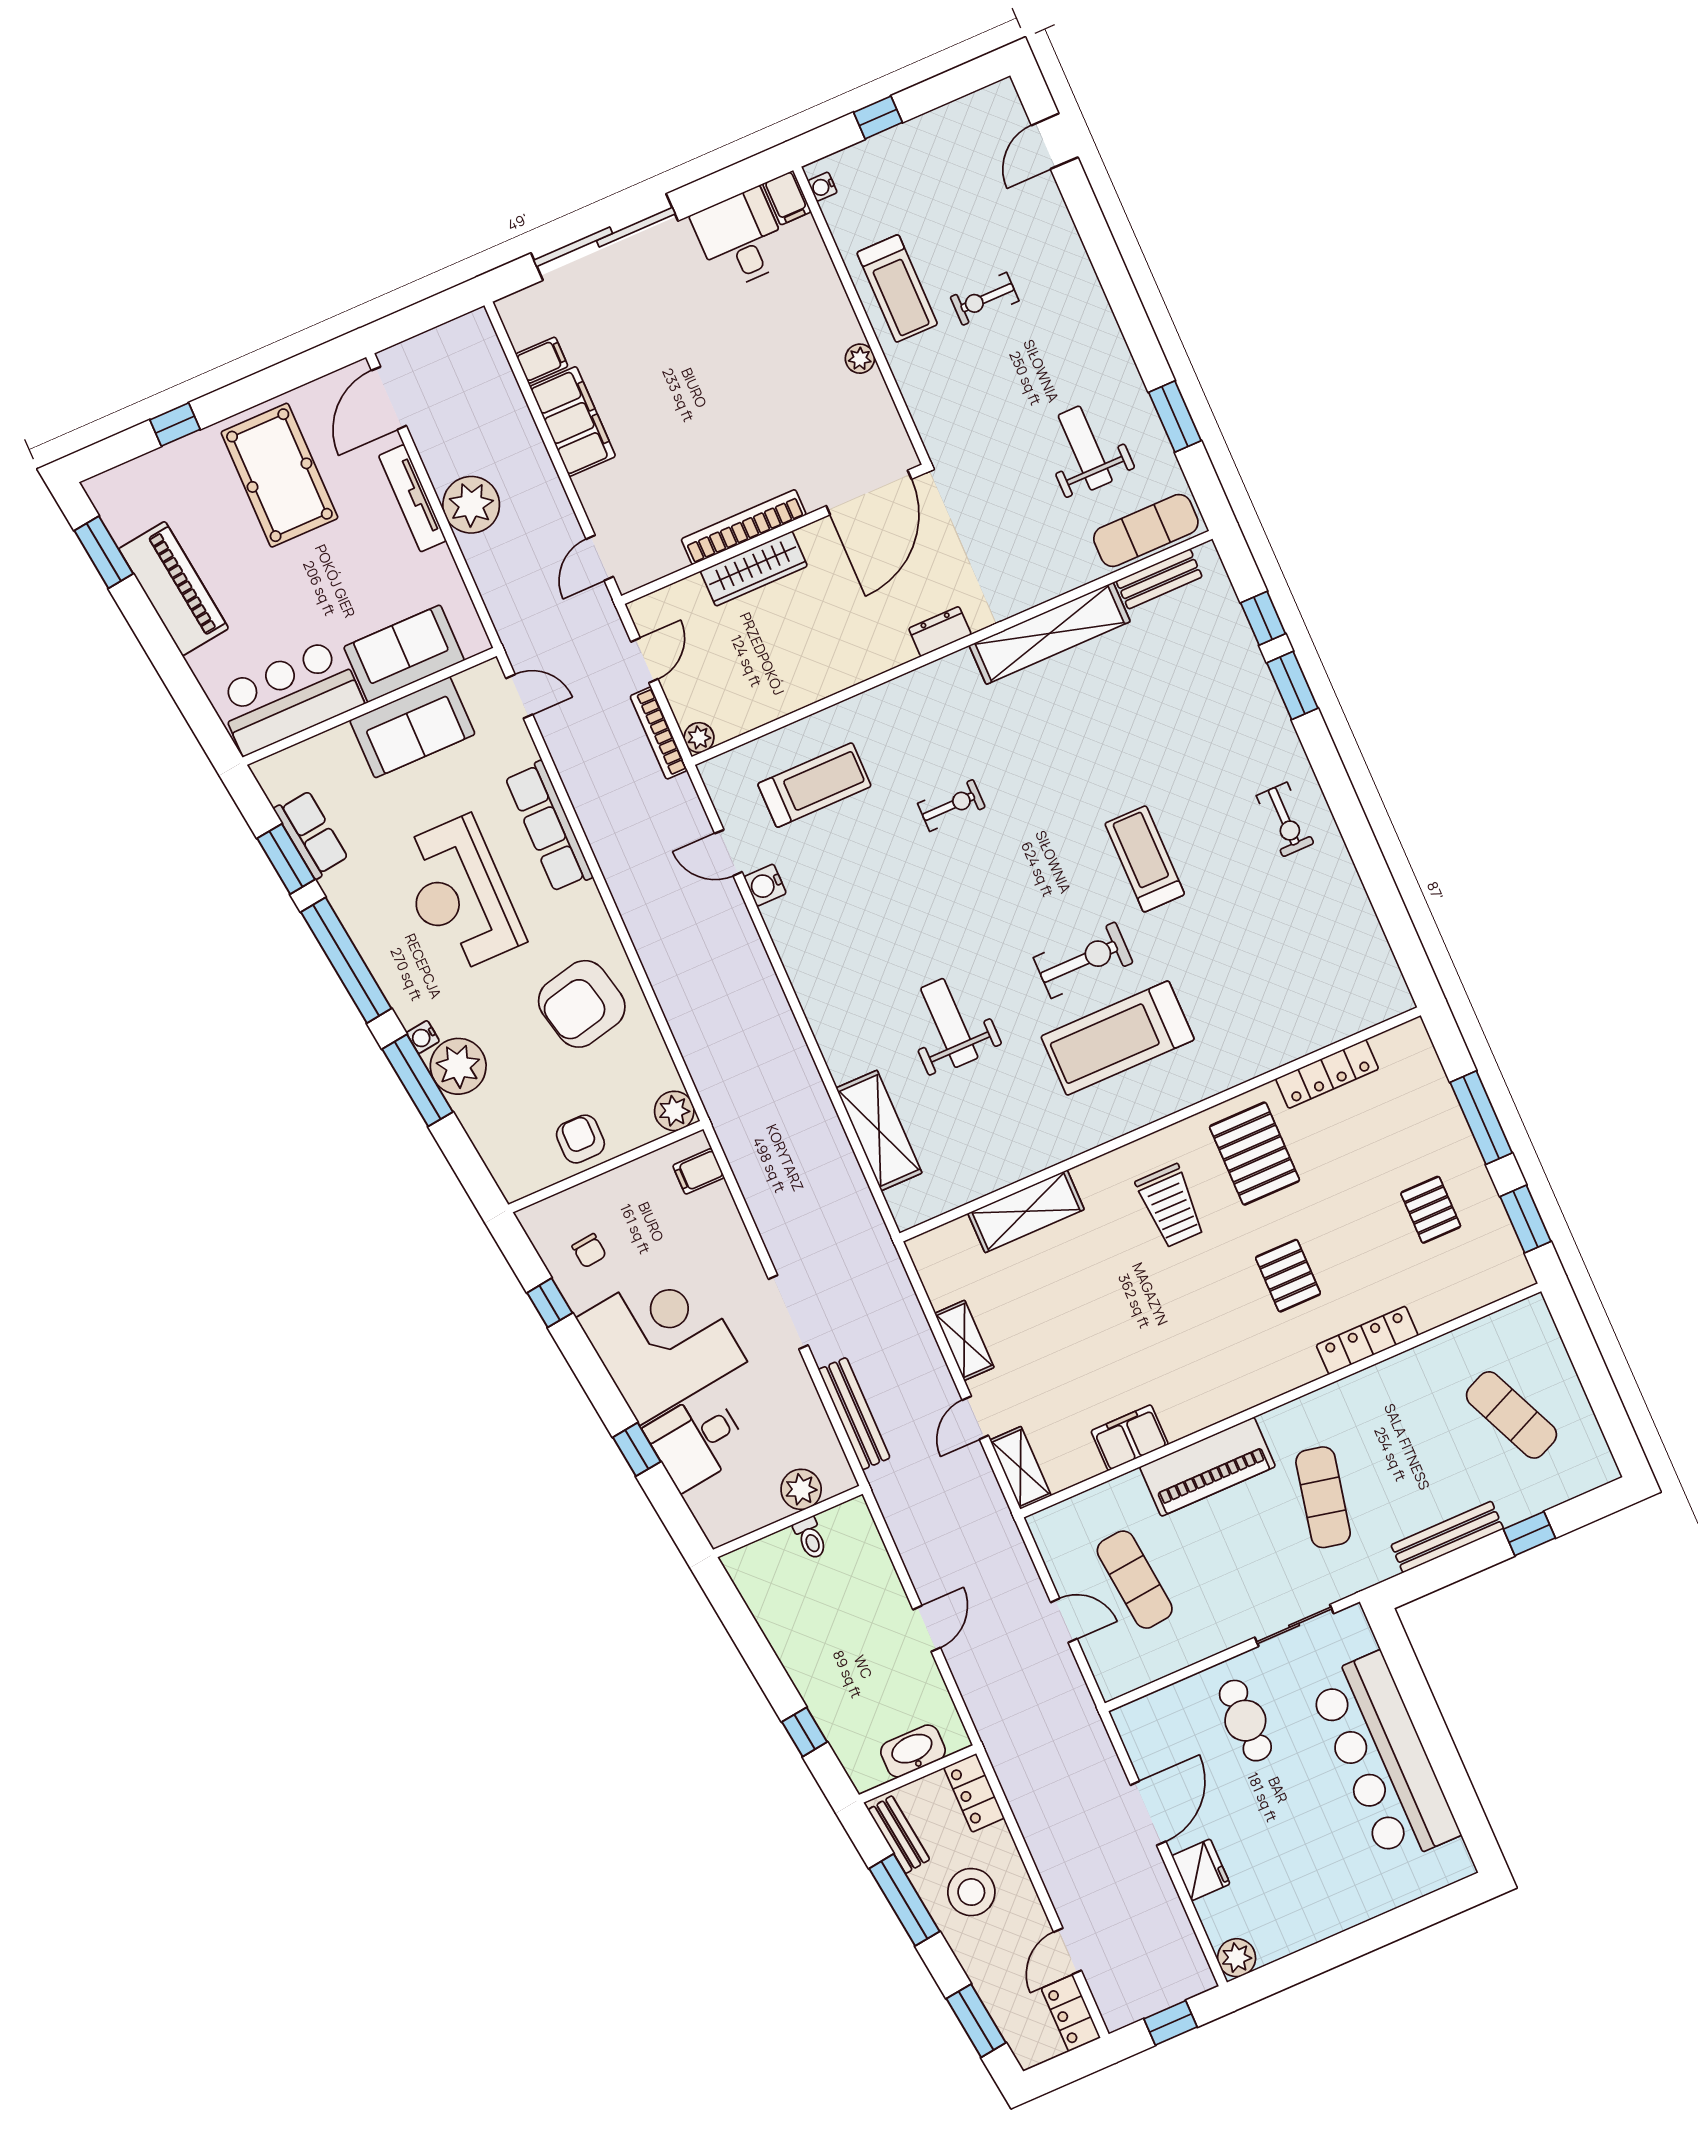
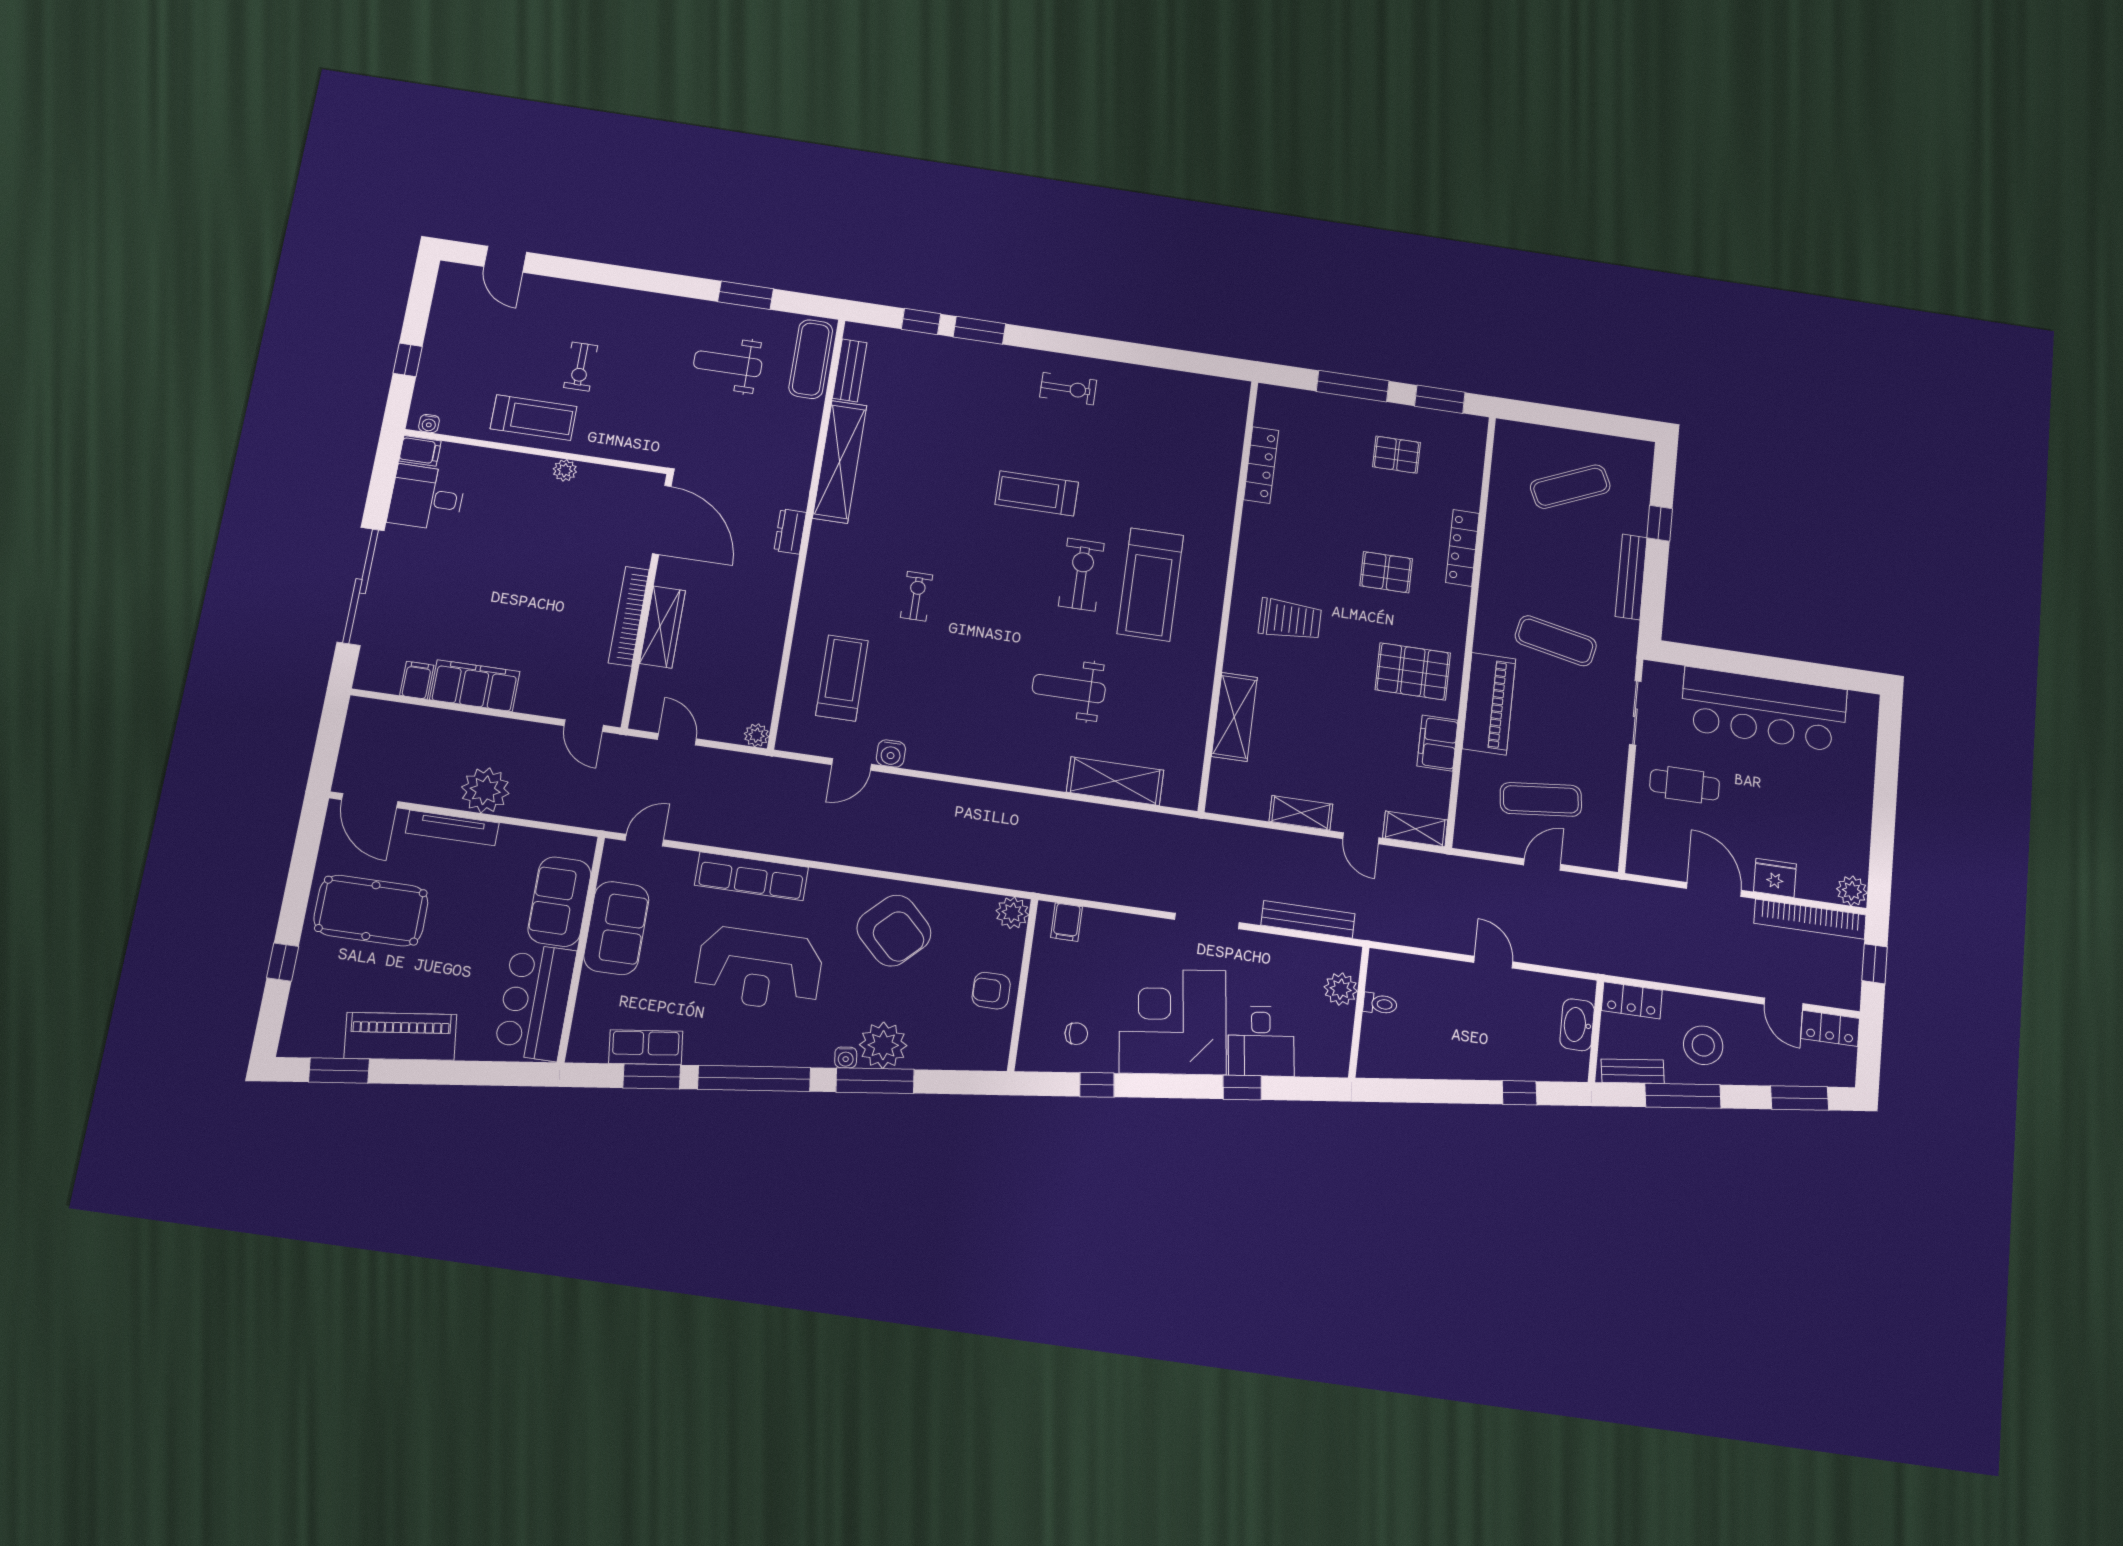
bookcase: (659, 733) -> (1810, 919), moved, width x1.48, depth x1.31
armchair: (582, 1004) -> (894, 931), turned -32
pallet: (1254, 1154) -> (1413, 671), moved

